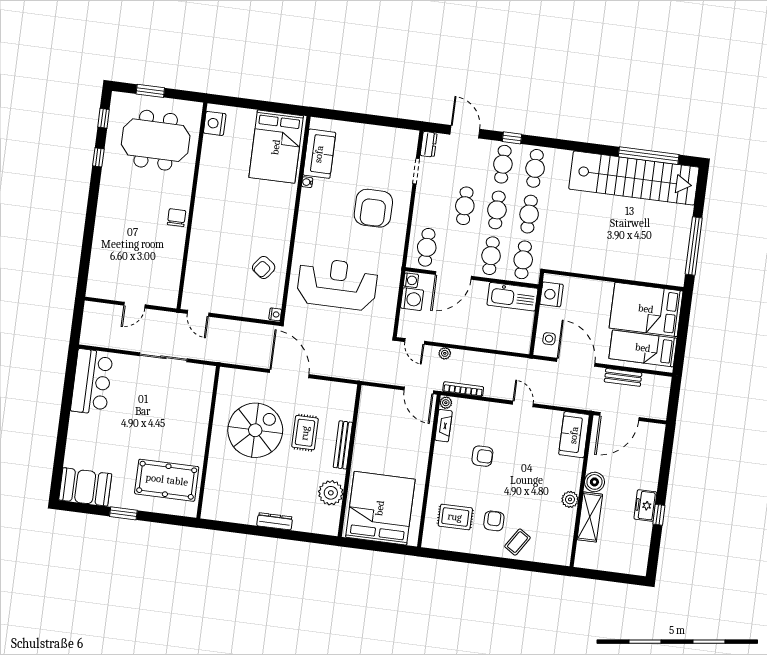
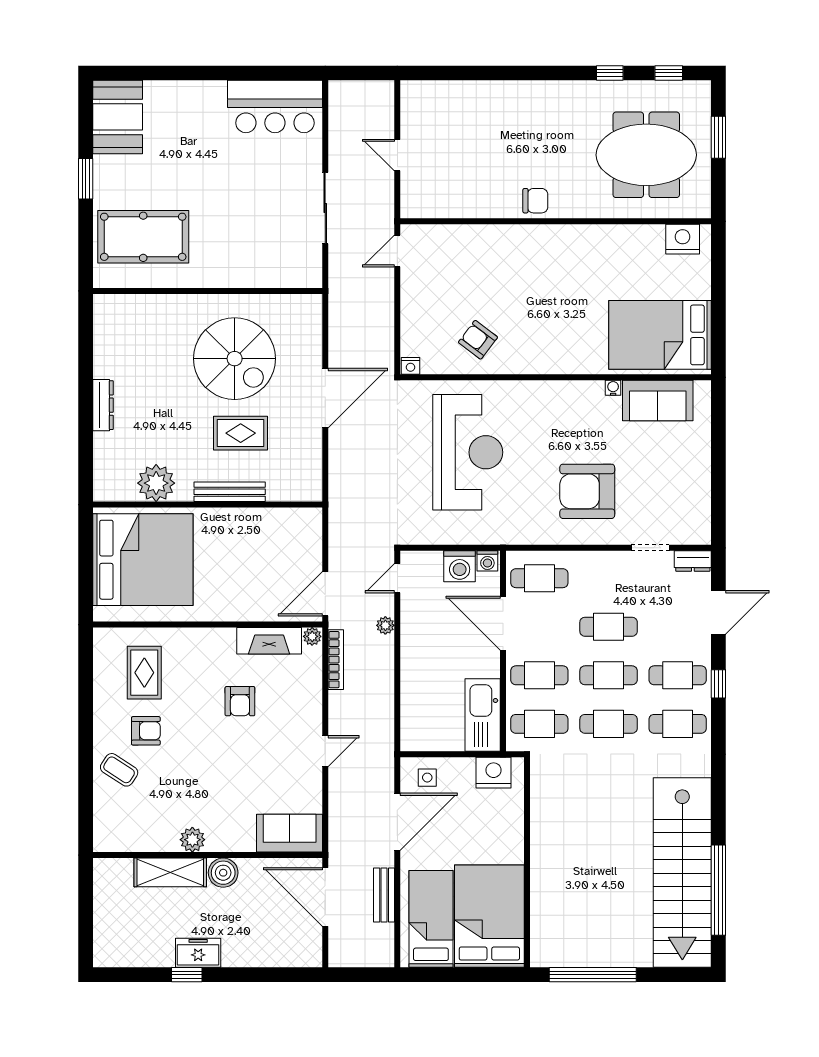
meeting table: (156, 140) -> (646, 155), turned 90
fireplace: (444, 426) -> (269, 641), width x1.37, depth x1.32
pool table: (167, 480) -> (143, 237), turned 90

